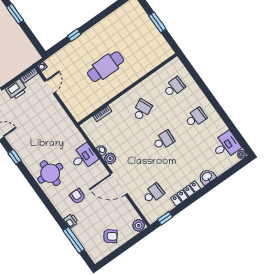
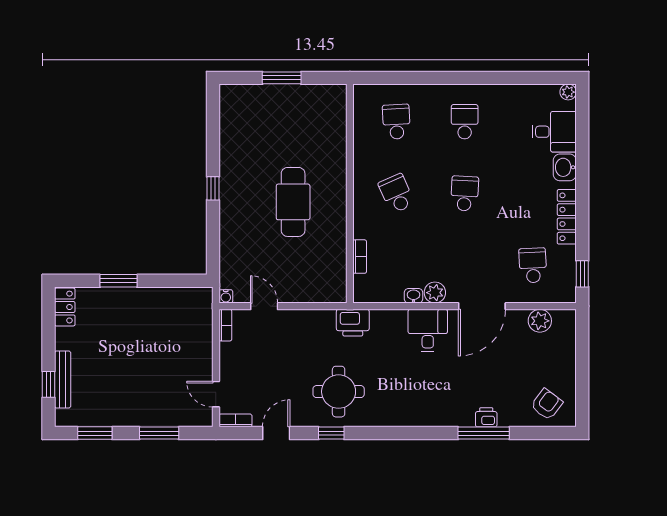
window: (74, 35) -> (213, 188), moved
printer: (16, 89) -> (353, 323), moved, turned 90
desk: (226, 145) -> (554, 132), moved, turned 90
desk: (84, 157) -> (428, 330), moved
round table: (50, 173) -> (339, 392), moved
armchair: (78, 196) -> (457, 381), removed
plant: (139, 225) -> (540, 321), moved
armchair: (110, 236) -> (547, 404), moved
window: (74, 240) -> (484, 433), moved

